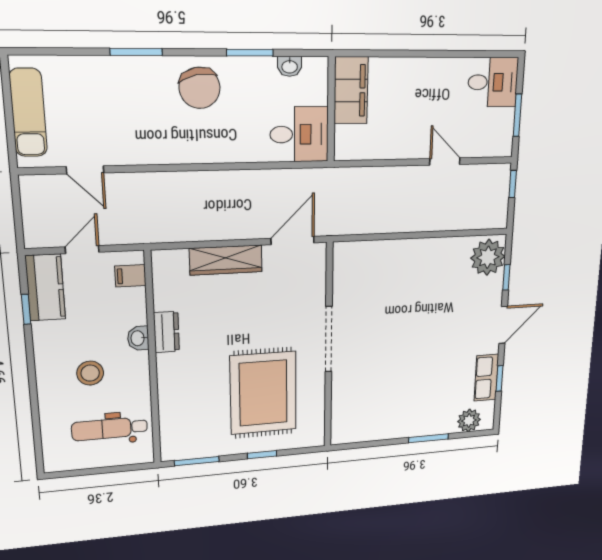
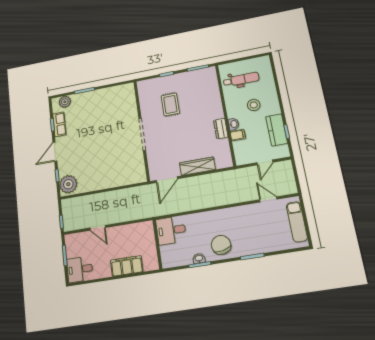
washbasin: (290, 66) -> (199, 258), moved
filing cabinet: (351, 90) -> (127, 266), moved, turned 90
filing cabinet: (130, 276) -> (238, 135), moved
kitchen counter: (45, 287) -> (277, 130), moved
rug: (263, 393) -> (170, 104), width x0.54, depth x0.49

